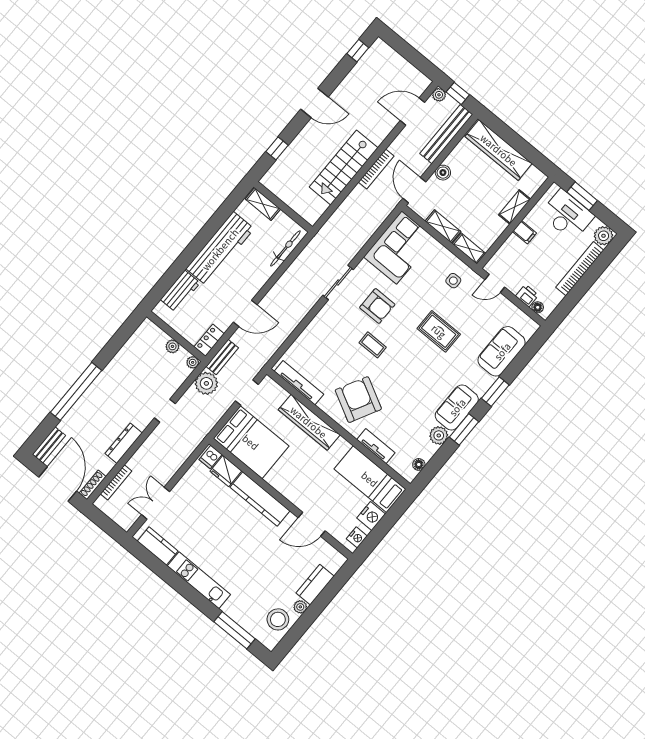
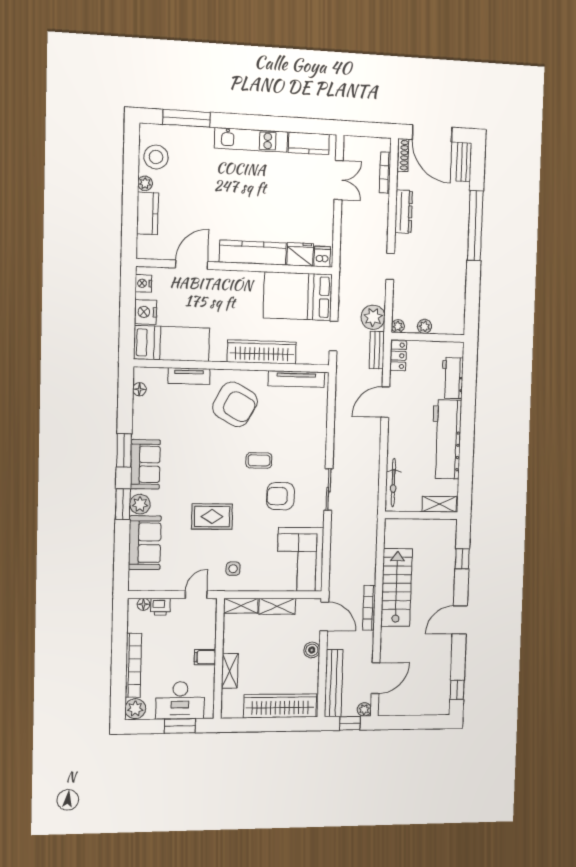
plant: (439, 435) -> (140, 504), moved

